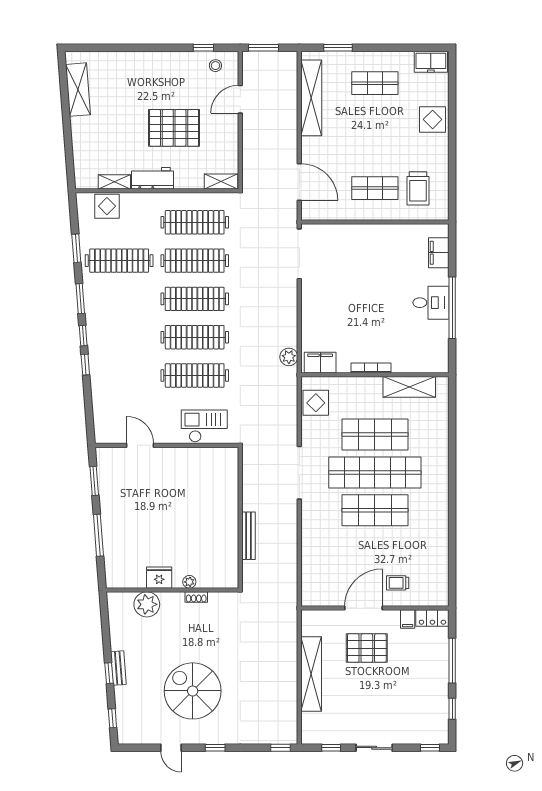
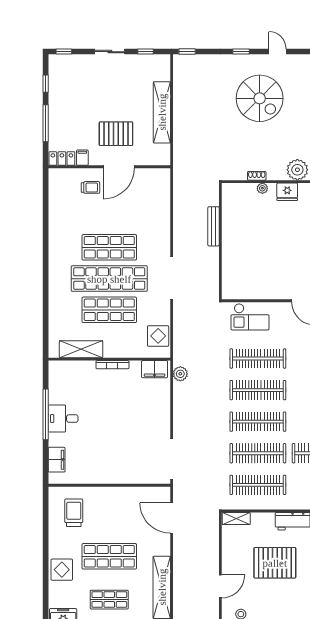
shop shelf: (375, 188) -> (109, 556), moved, width x1.43, depth x1.36

